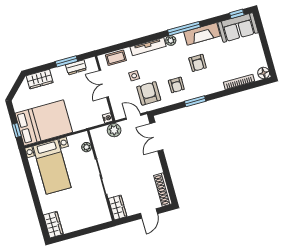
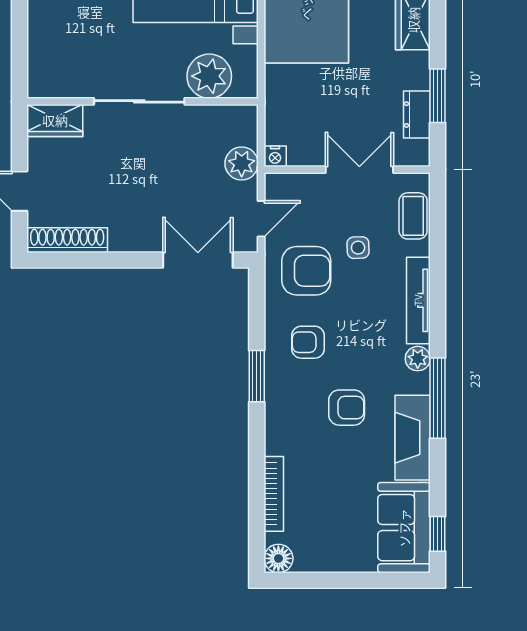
armchair: (198, 63) -> (347, 408), turned 180
plant: (87, 147) -> (209, 76), width x1.88, depth x1.88

